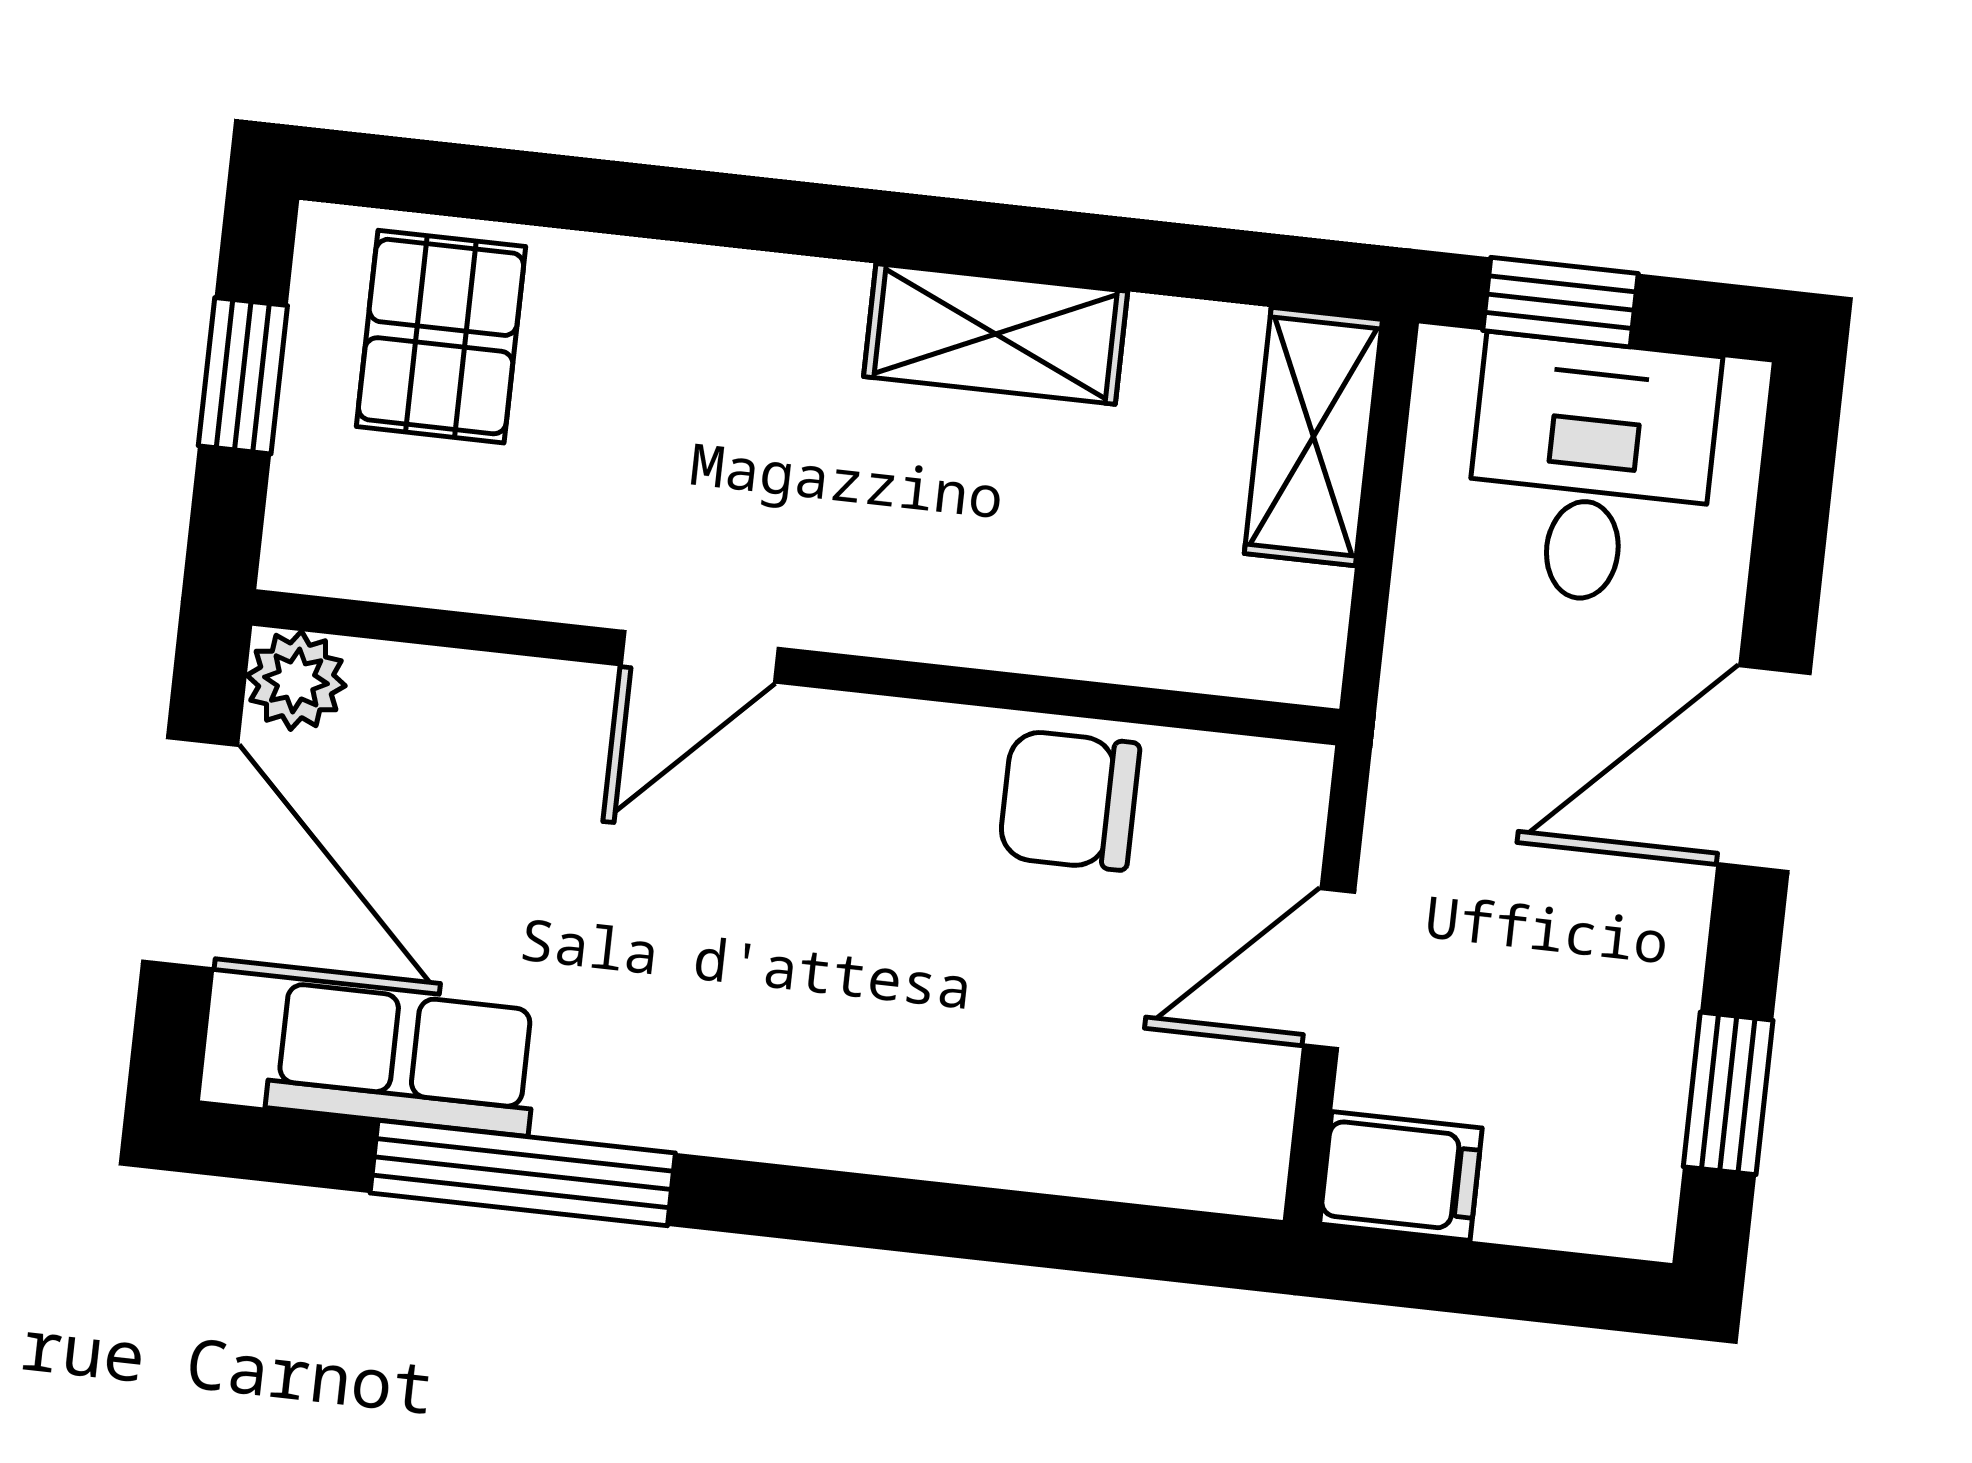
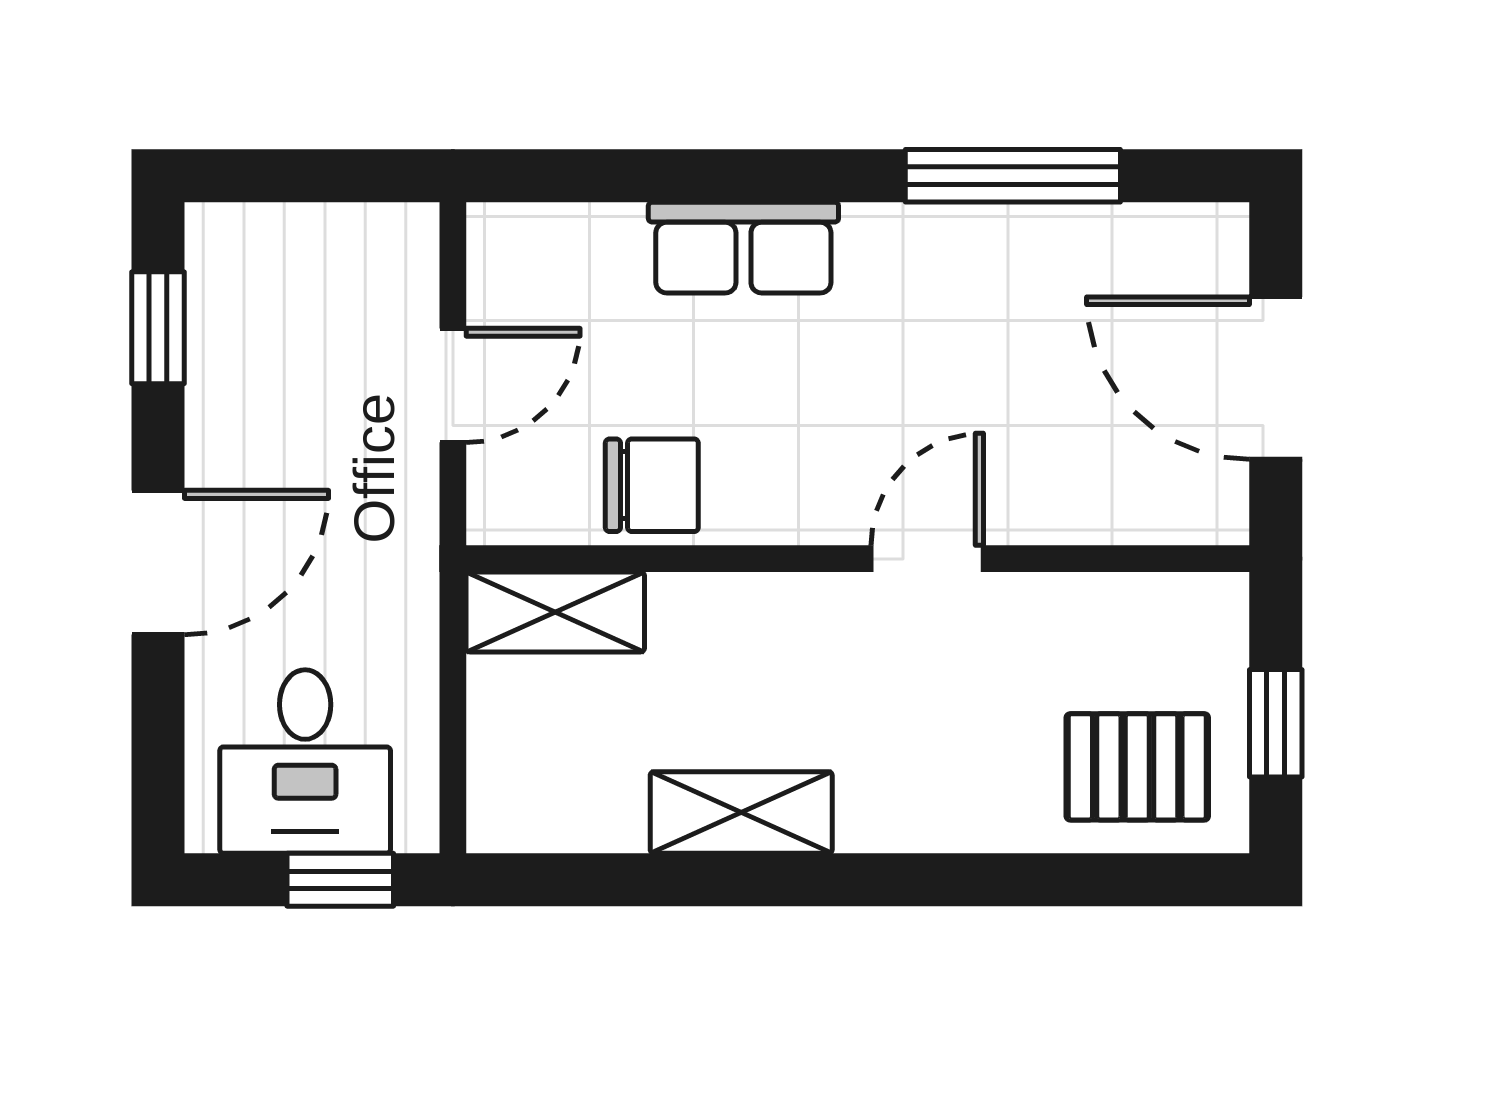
pallet: (441, 337) -> (1137, 767), turned 90
shelving: (1313, 437) -> (555, 612), moved, turned 90
plant: (296, 680) -> (1214, 510), removed
row of seats: (403, 1059) -> (743, 248), moved
filing cabinet: (1401, 1176) -> (385, 243), removed

